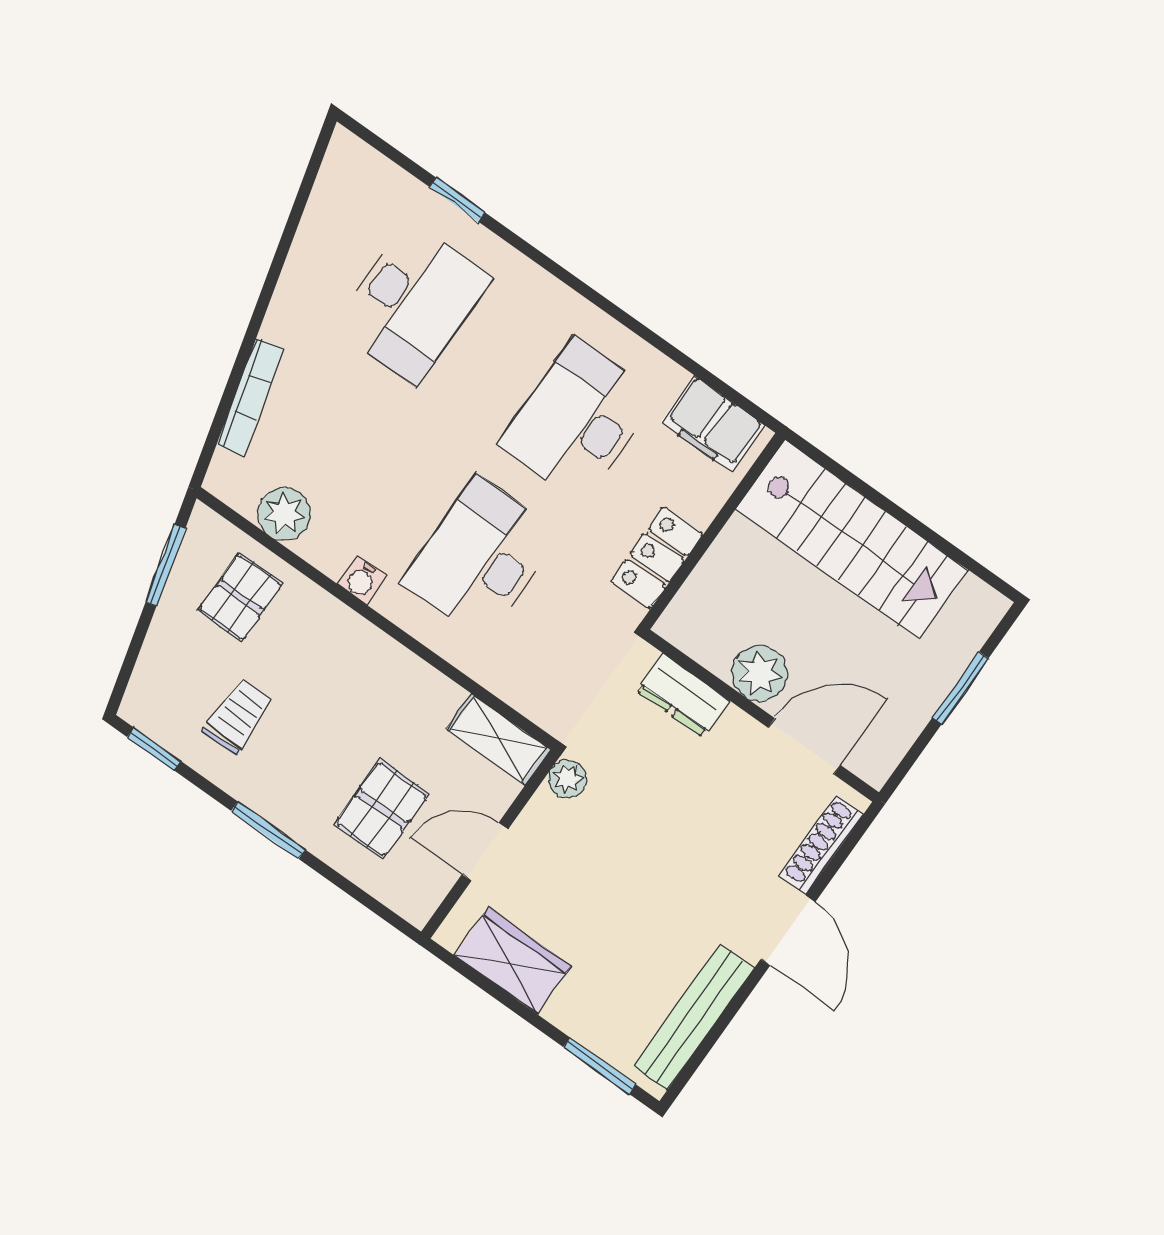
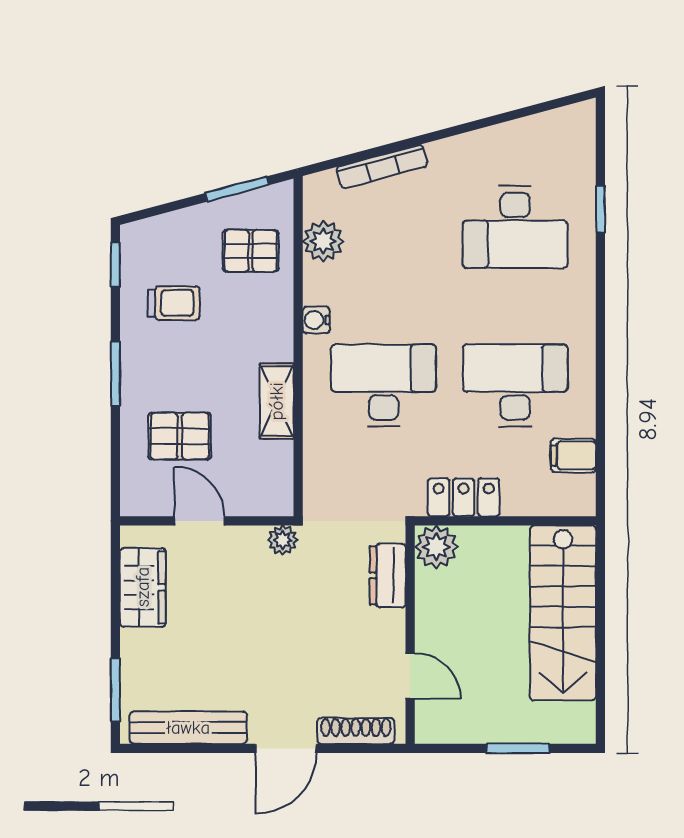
filing cabinet: (713, 424) -> (573, 455), width x0.50
plant: (760, 673) -> (436, 547), moved
shelving: (498, 739) -> (277, 401), moved
door: (804, 746) -> (410, 676), width x0.73

